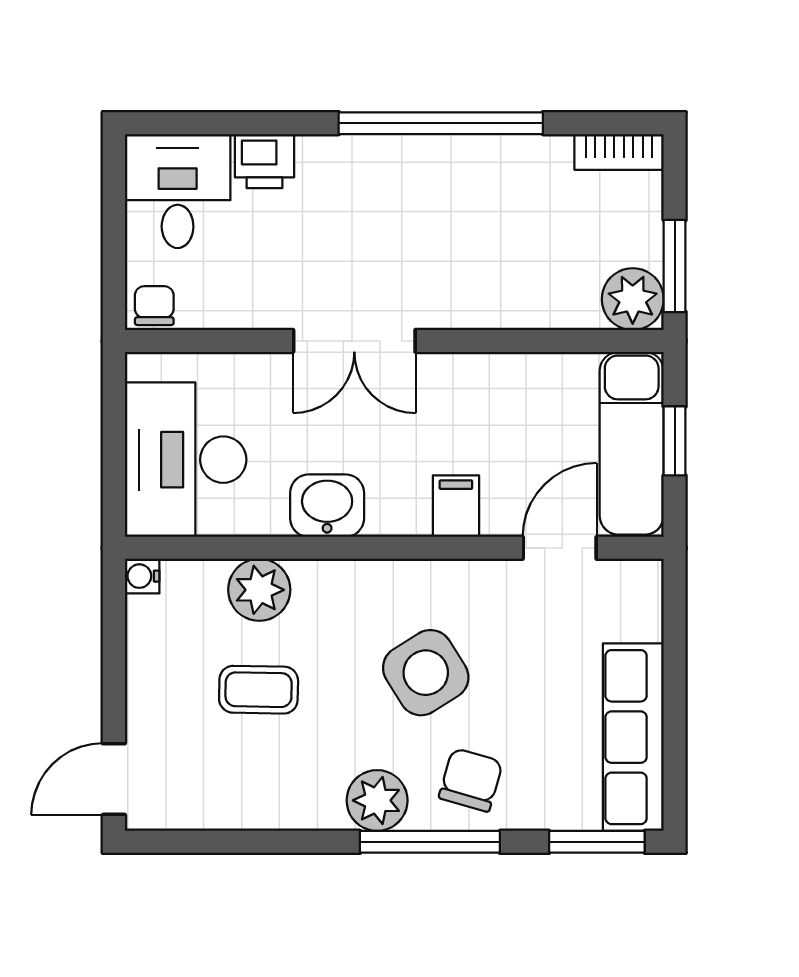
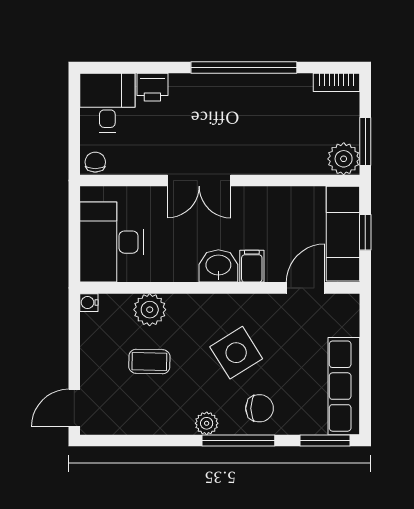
washbasin: (327, 506) -> (218, 266), moved
chair: (471, 780) -> (260, 408), turned 74
plant: (377, 800) -> (207, 423), width x0.73, depth x0.73

